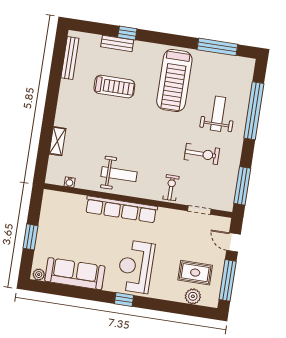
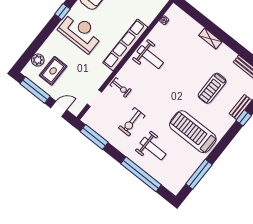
shelving: (57, 141) -> (210, 39), moved
weight bench: (119, 174) -> (150, 57), turned -90

